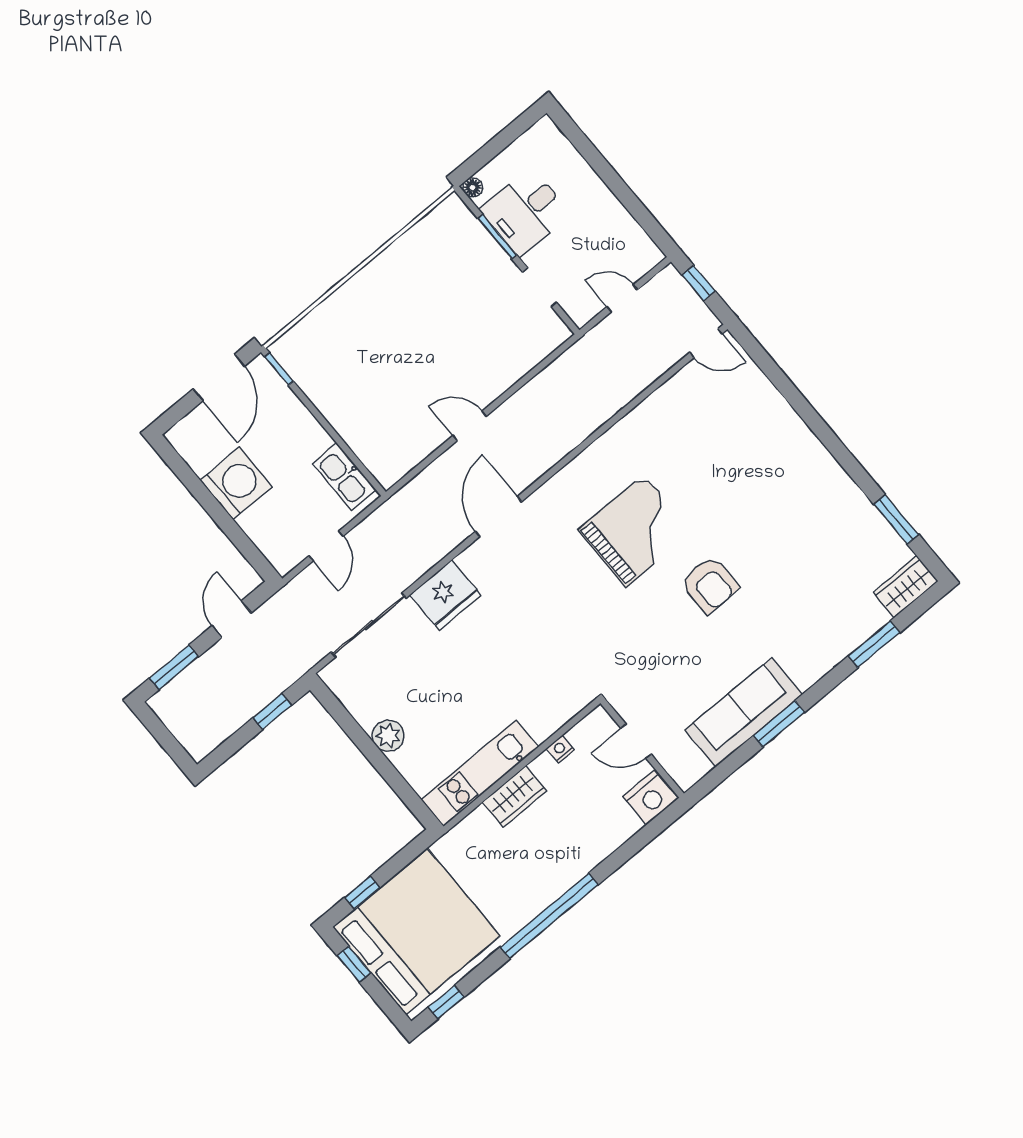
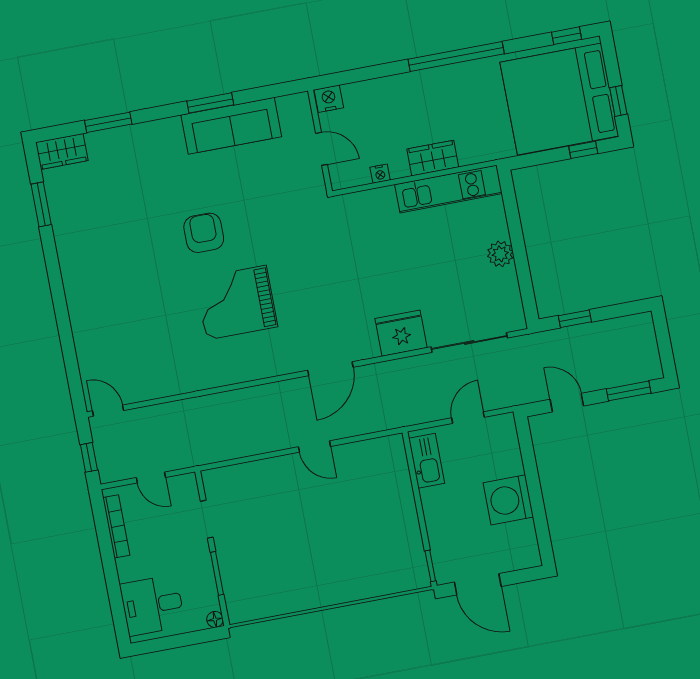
desk: (525, 212) -> (152, 605), moved, turned 180
bookcase: (630, 227) -> (116, 526), added
door: (219, 377) -> (478, 584), swing flipped
door: (232, 619) -> (567, 403), swing flipped
nightstand: (650, 798) -> (329, 99), width x0.74, depth x0.75

